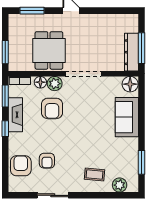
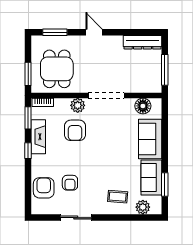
dining table: (49, 50) -> (57, 69), moved
dresser: (131, 52) -> (142, 42), moved, turned -90
floor lamp: (40, 82) -> (63, 104), removed
floor lamp: (130, 84) -> (143, 106), moved
sofa: (128, 156) -> (151, 178), added

